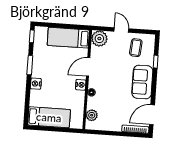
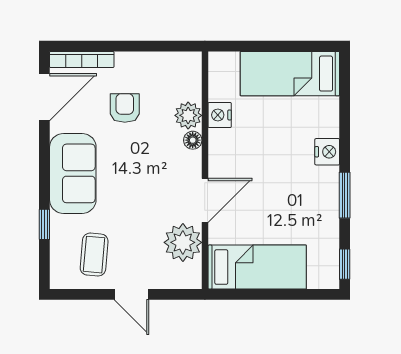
plant: (99, 39) -> (183, 242), moved
nightstand: (81, 85) -> (220, 115), moved
armchair: (119, 108) -> (125, 108), added
plant: (92, 115) -> (188, 115), moved

